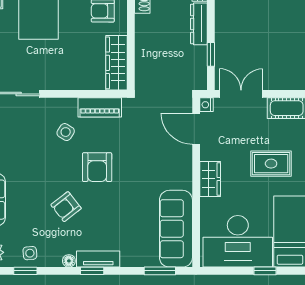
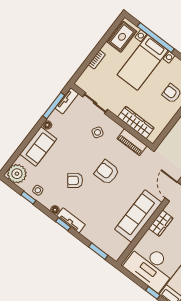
wardrobe: (117, 63) -> (136, 122), moved, turned 90
side table: (66, 132) -> (98, 132), moved
armchair: (97, 167) -> (107, 172), turned 90
sofa: (176, 229) -> (138, 216), moved

